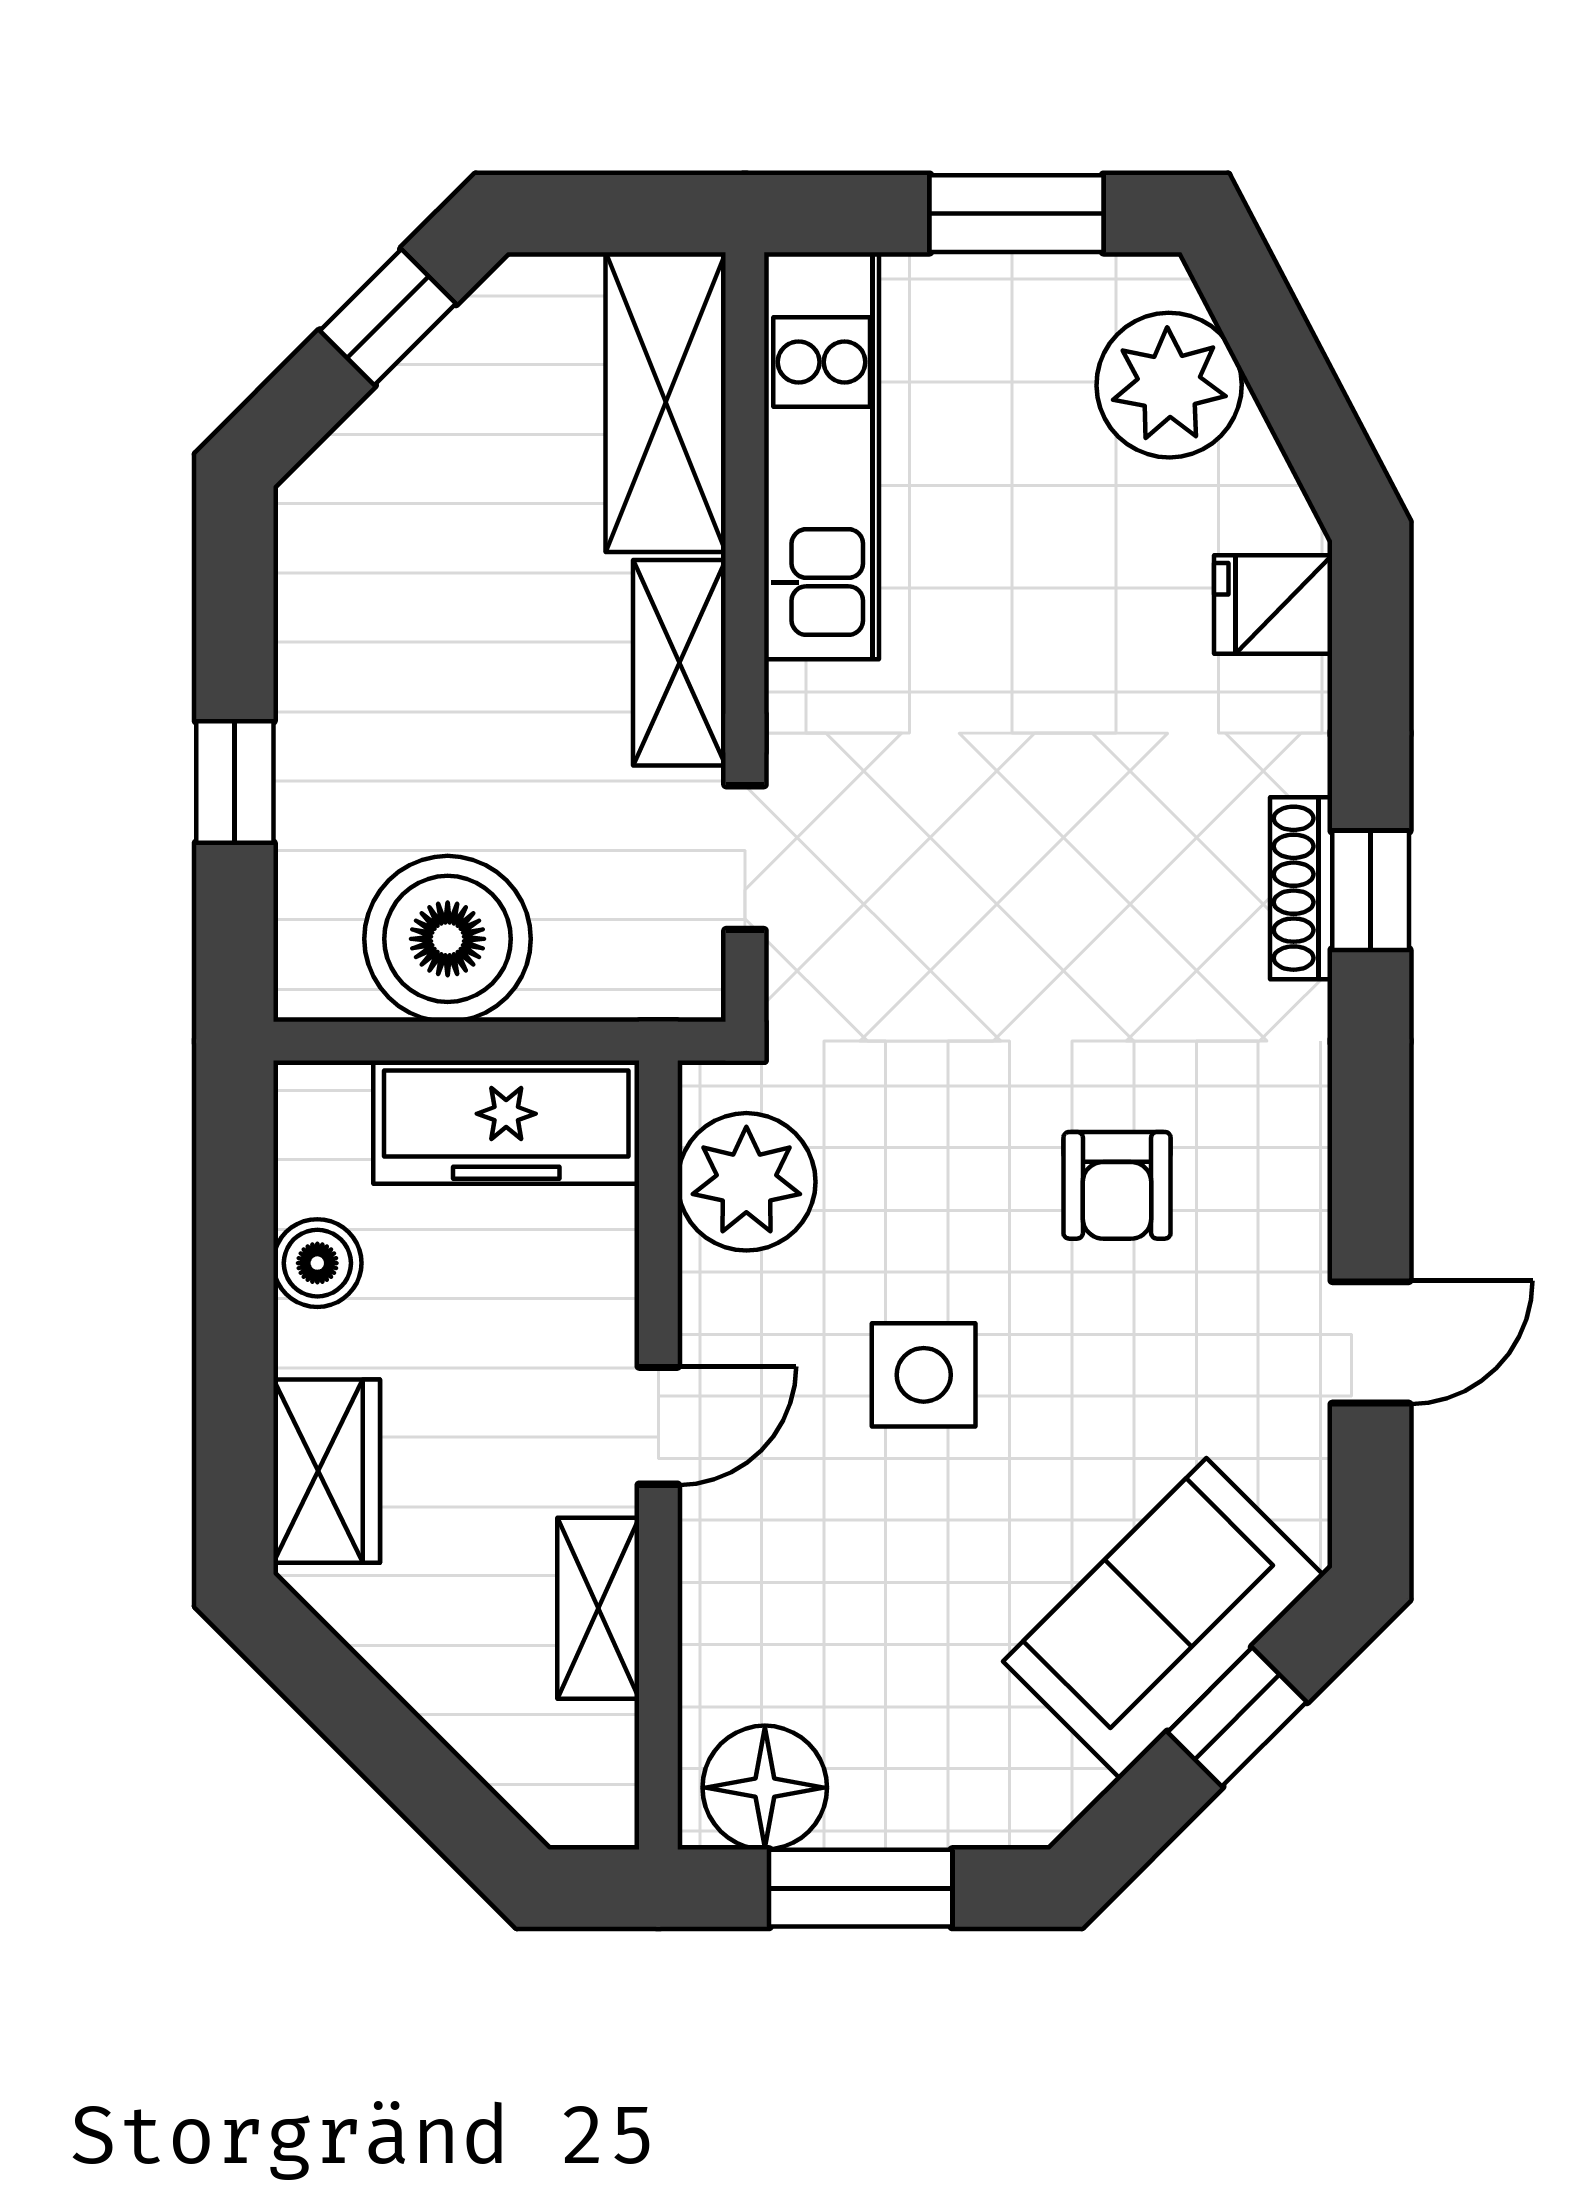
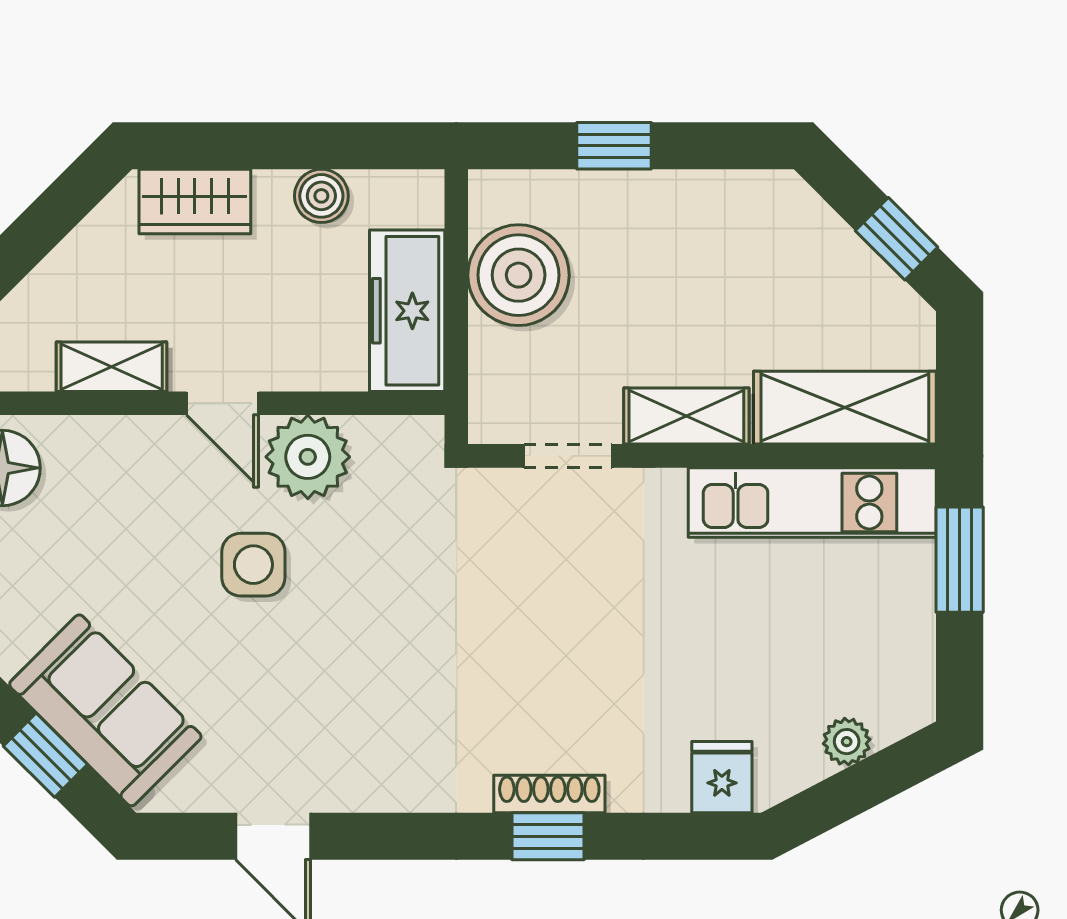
window: (1016, 214) -> (960, 560), moved
plant: (1169, 385) -> (847, 742), width x0.53, depth x0.53
plant: (746, 1182) -> (308, 457), moved
armchair: (1117, 1185) -> (369, 682), removed

